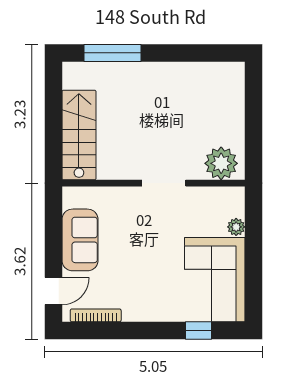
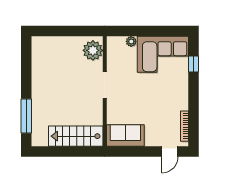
sofa: (80, 240) -> (125, 136), moved
door: (53, 291) -> (170, 152), swing flipped

